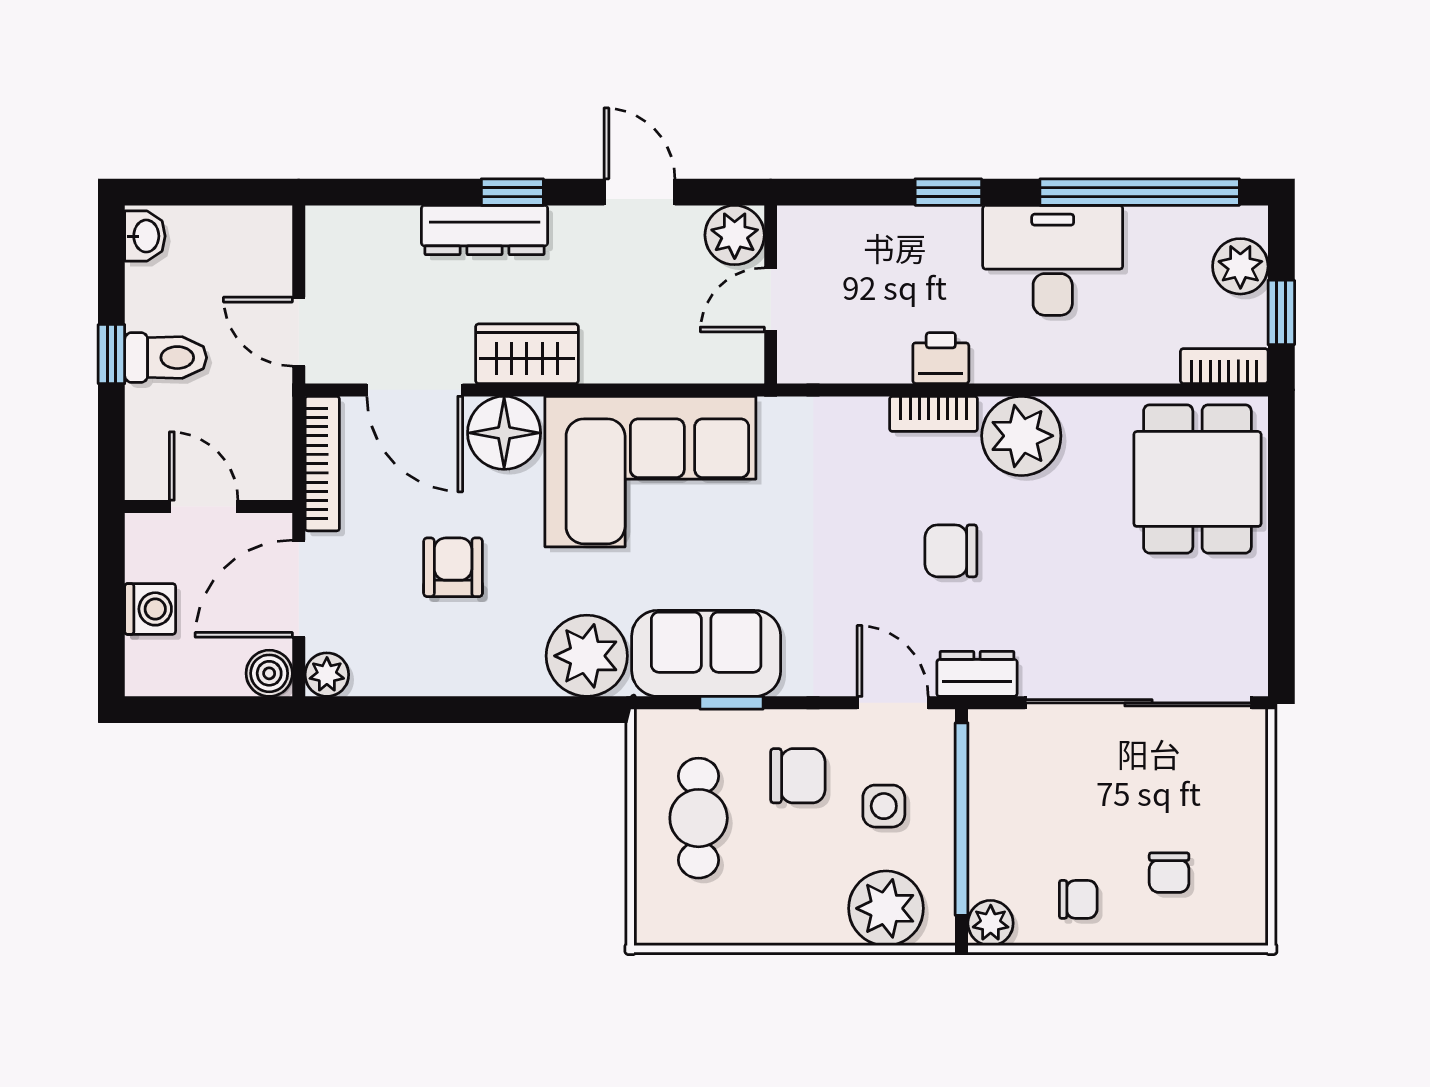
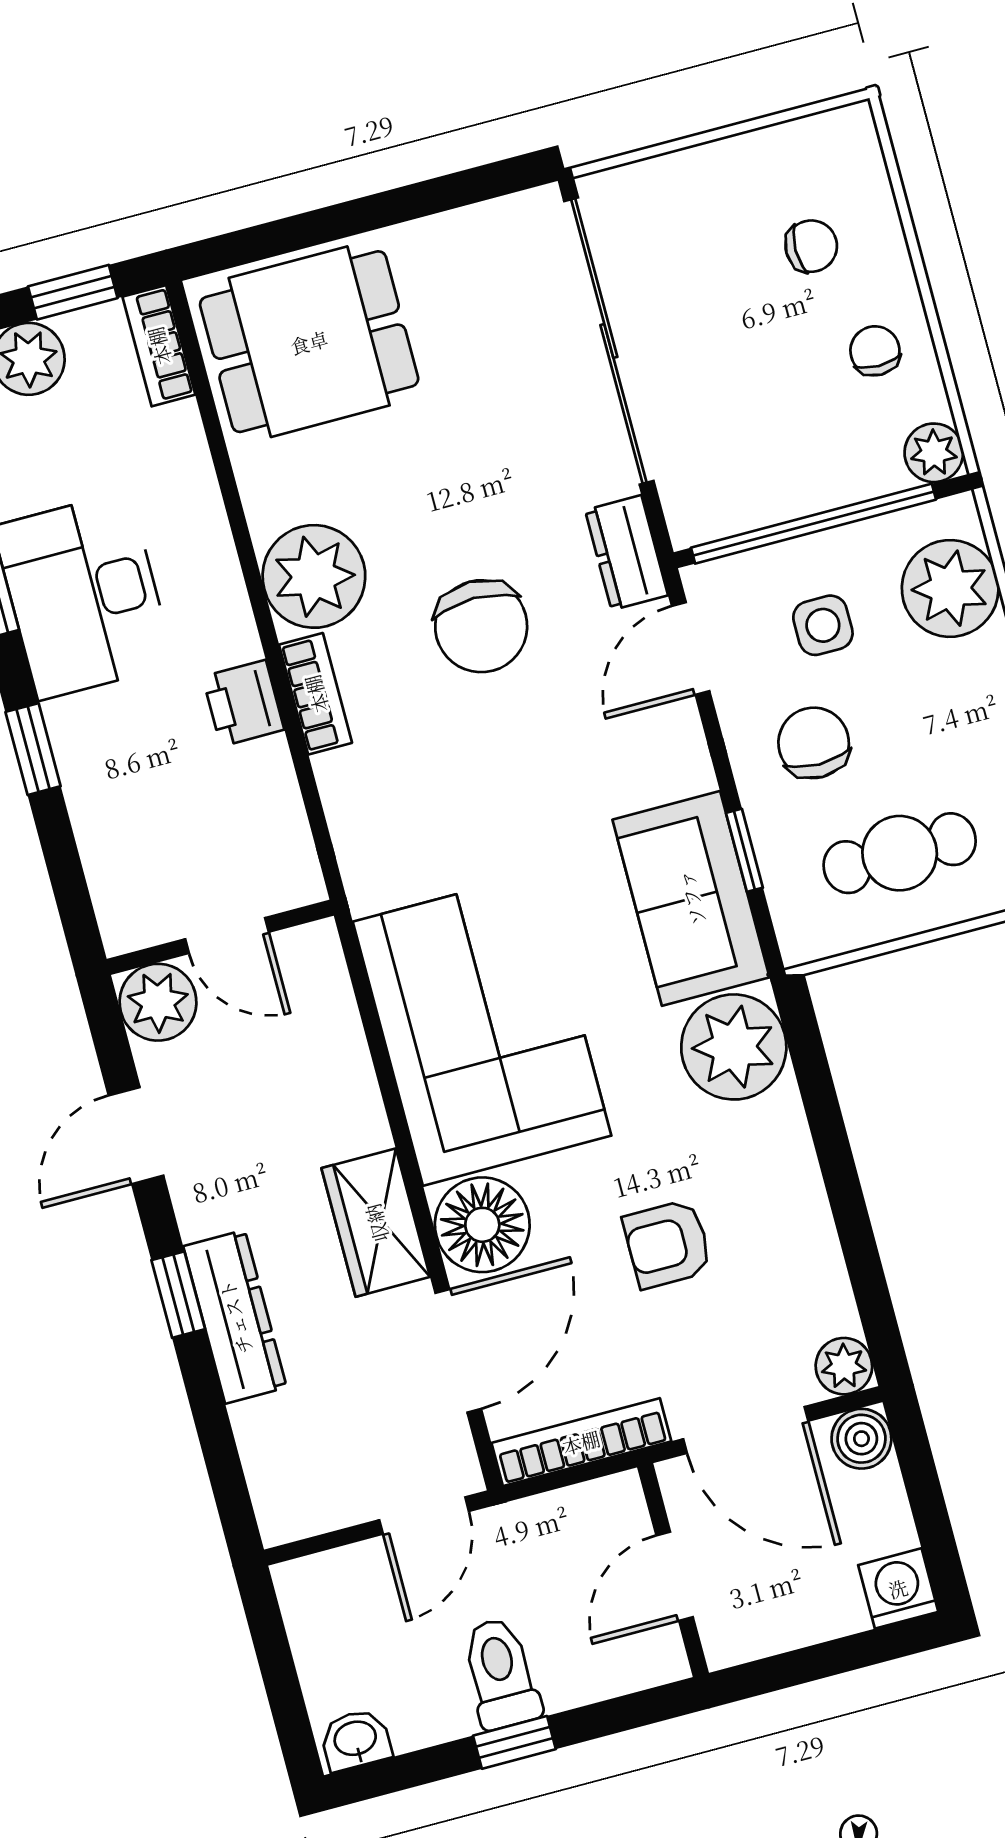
chair: (951, 551) -> (481, 626), width x1.37, depth x1.37
washing machine: (150, 609) -> (898, 1588), moved

